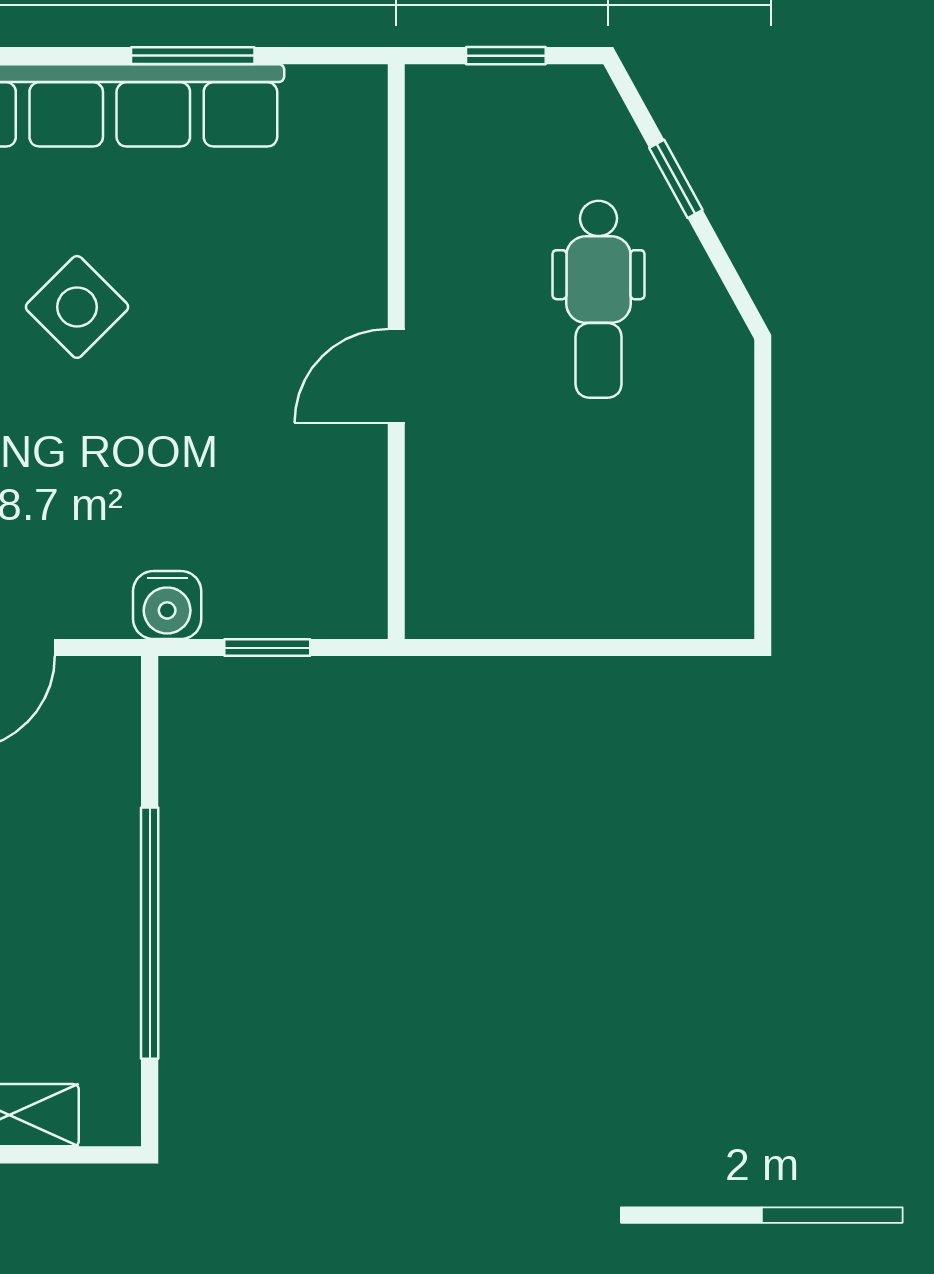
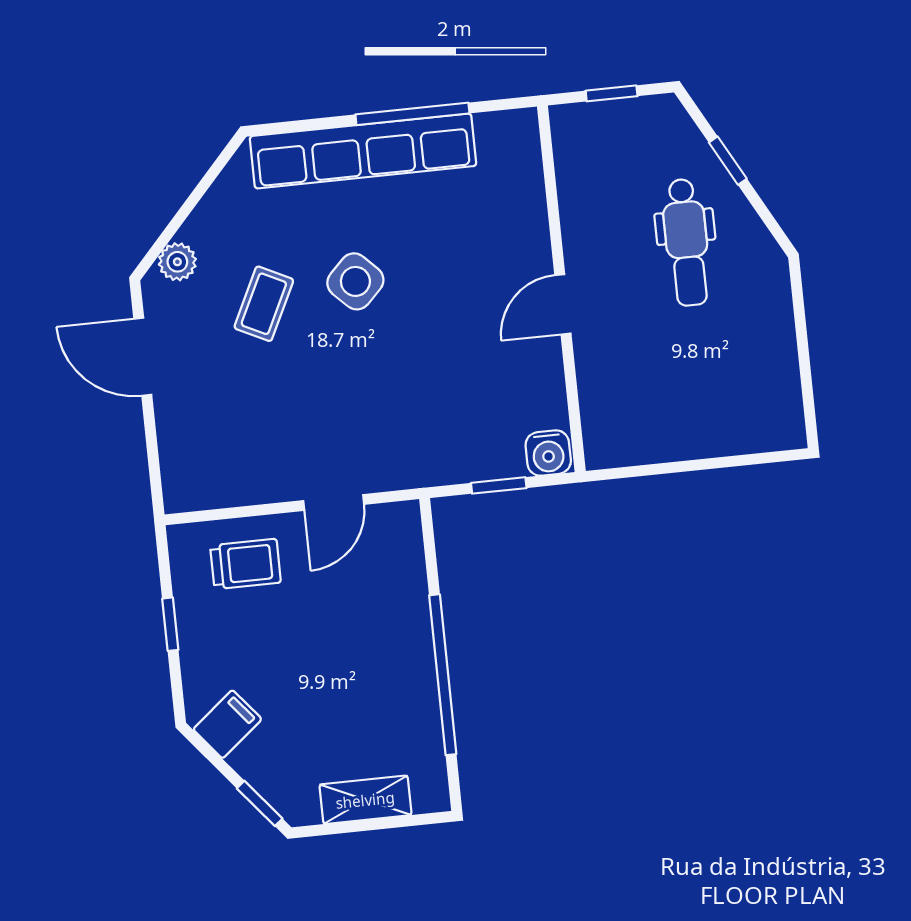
window: (193, 56) -> (412, 114), width x1.44
water cooler: (167, 605) -> (548, 453), moved

